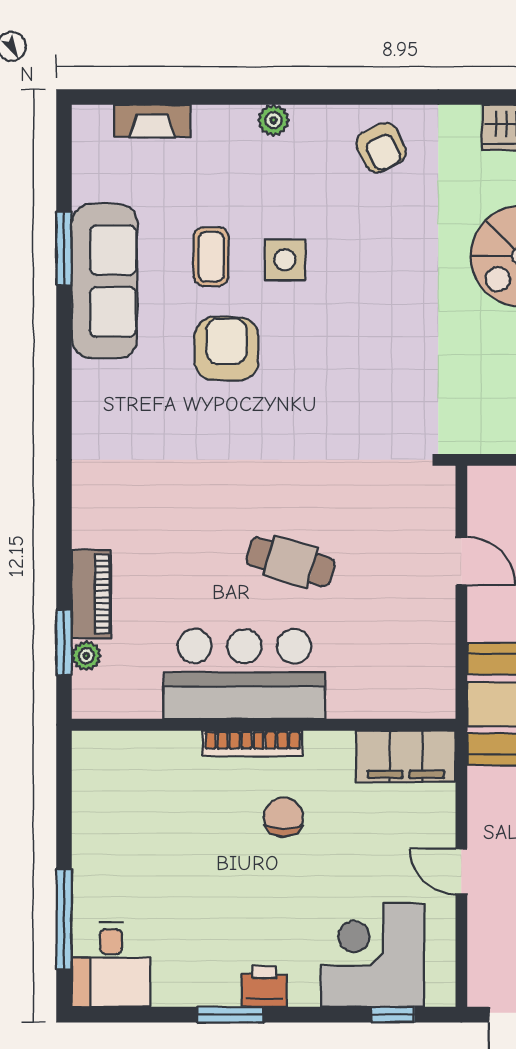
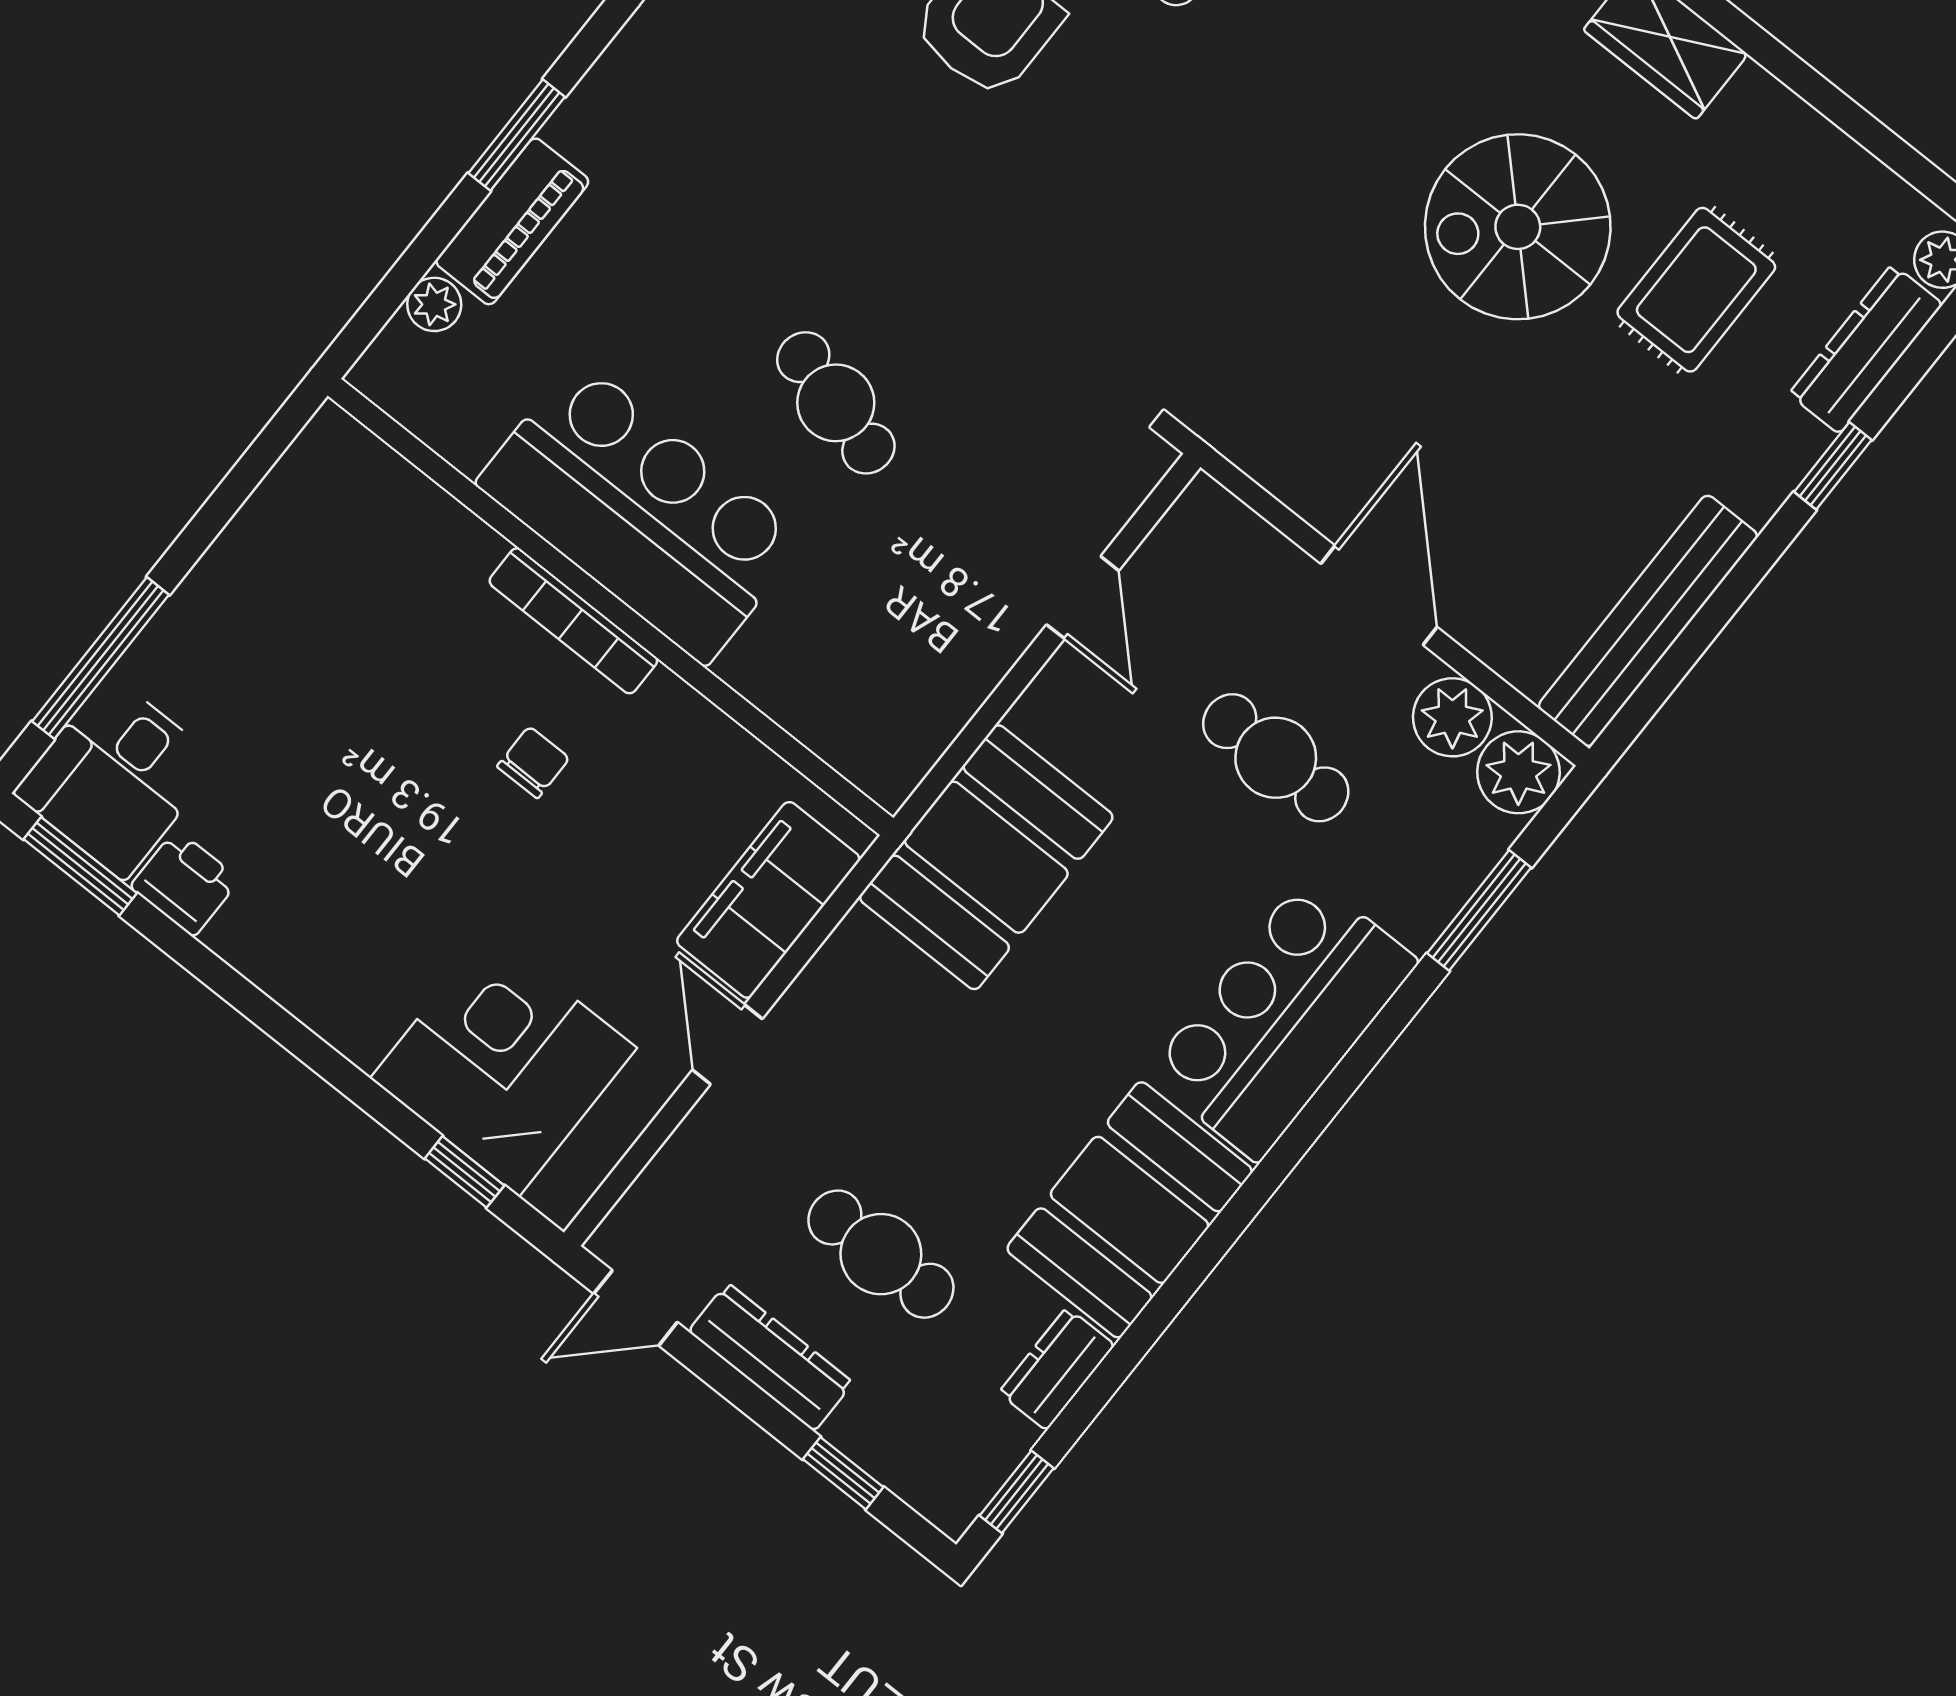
window: (64, 642) -> (517, 135), moved
filing cabinet: (406, 756) -> (768, 900), moved, turned 90
chair: (283, 817) -> (533, 762), width x0.73, depth x0.73
printer: (264, 986) -> (185, 883), moved
window: (230, 1015) -> (80, 866), moved

